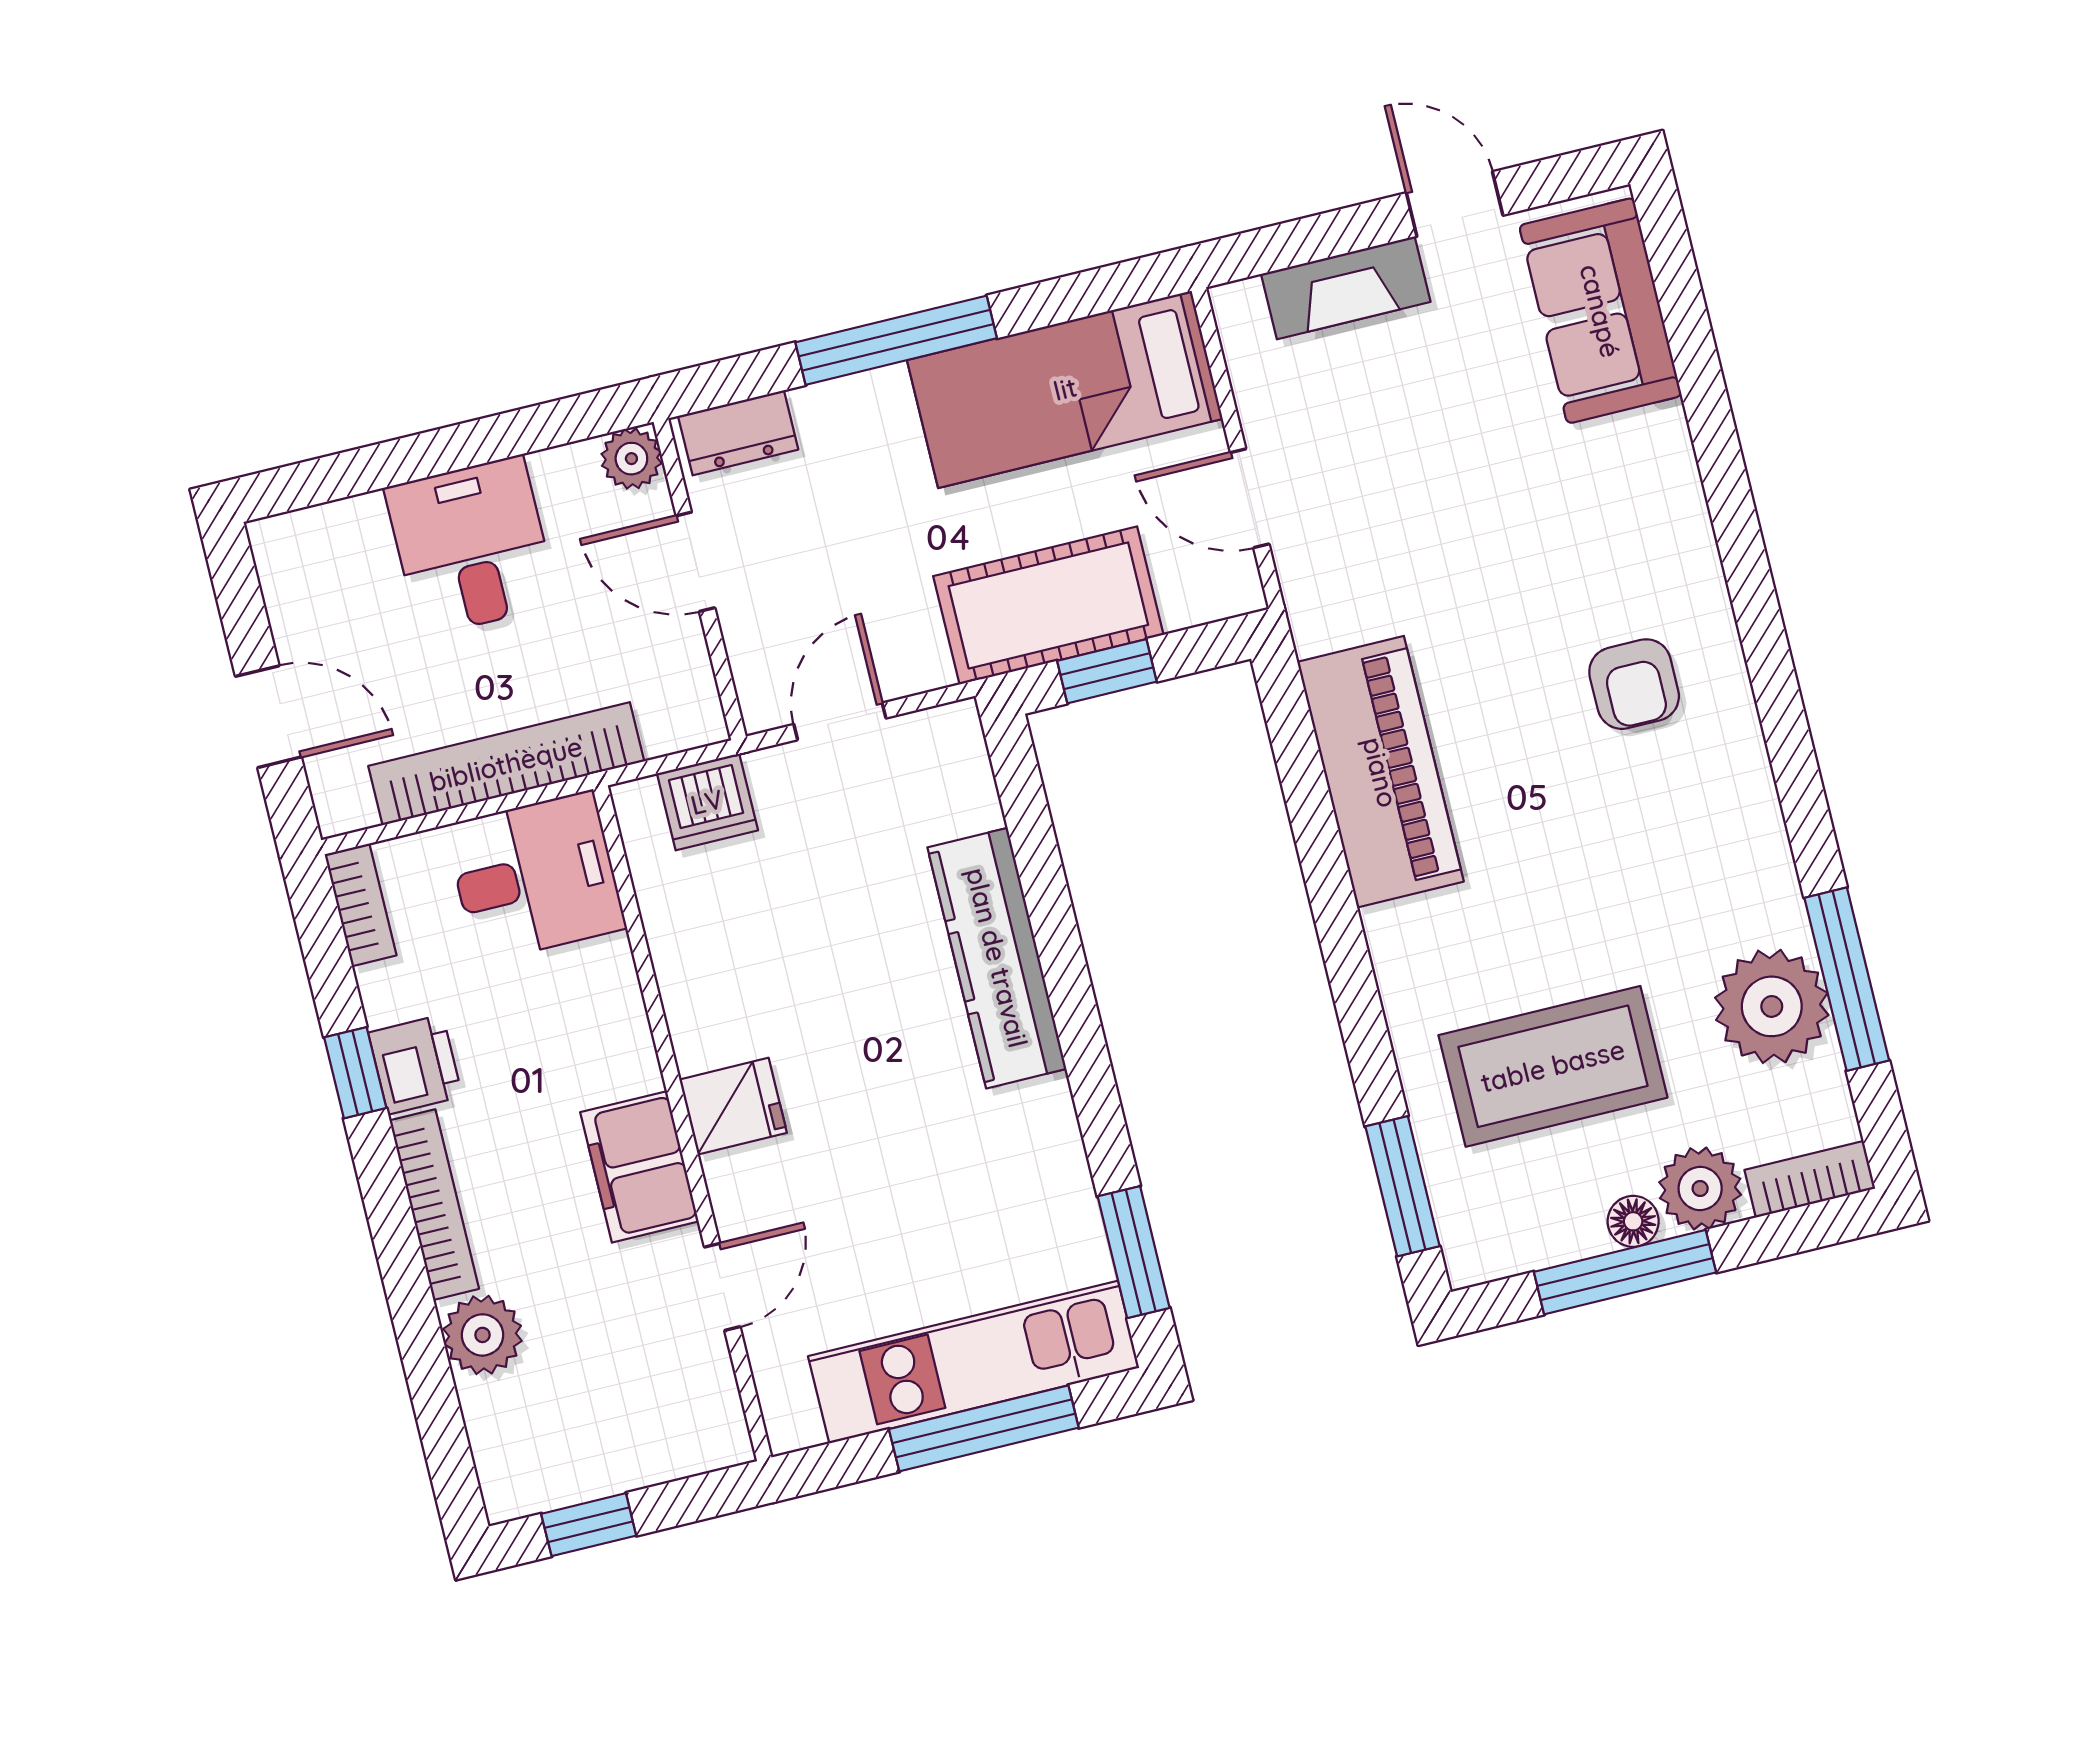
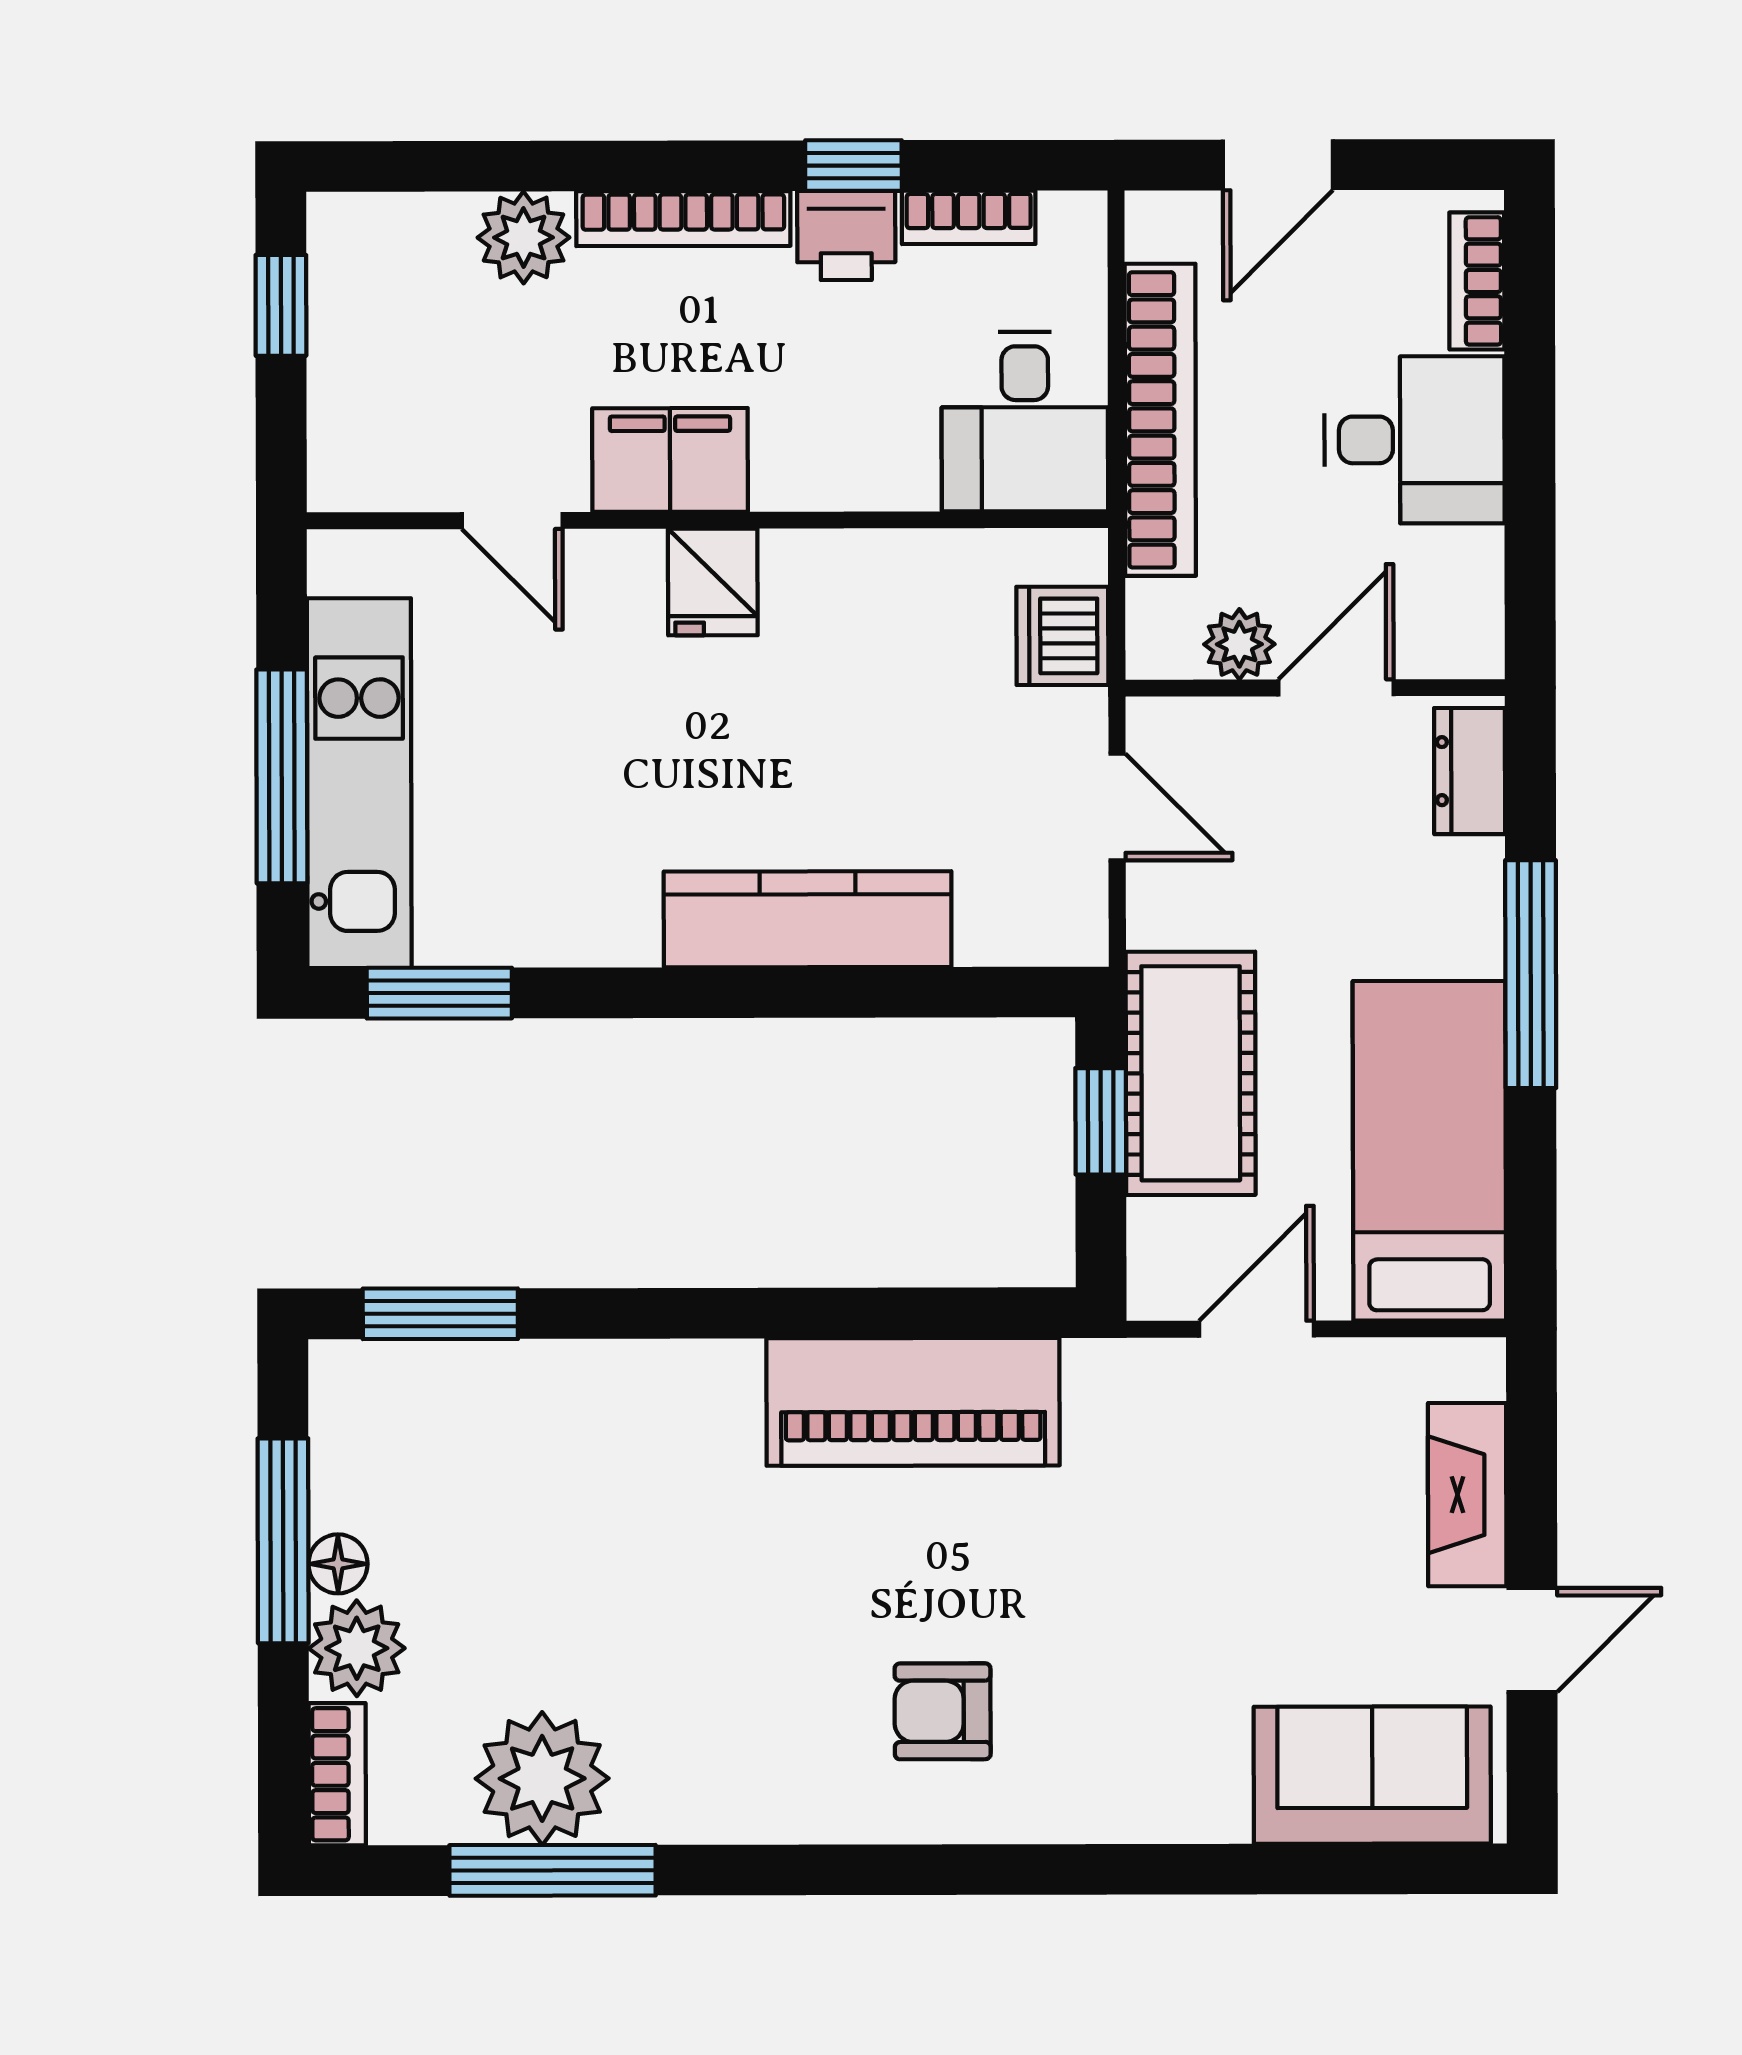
plant: (631, 459) -> (1239, 644), moved
bookcase: (325, 526) -> (1477, 281), added
bookcase: (361, 905) -> (969, 217), moved
coffee table: (1553, 1066) -> (534, 1516), removed

